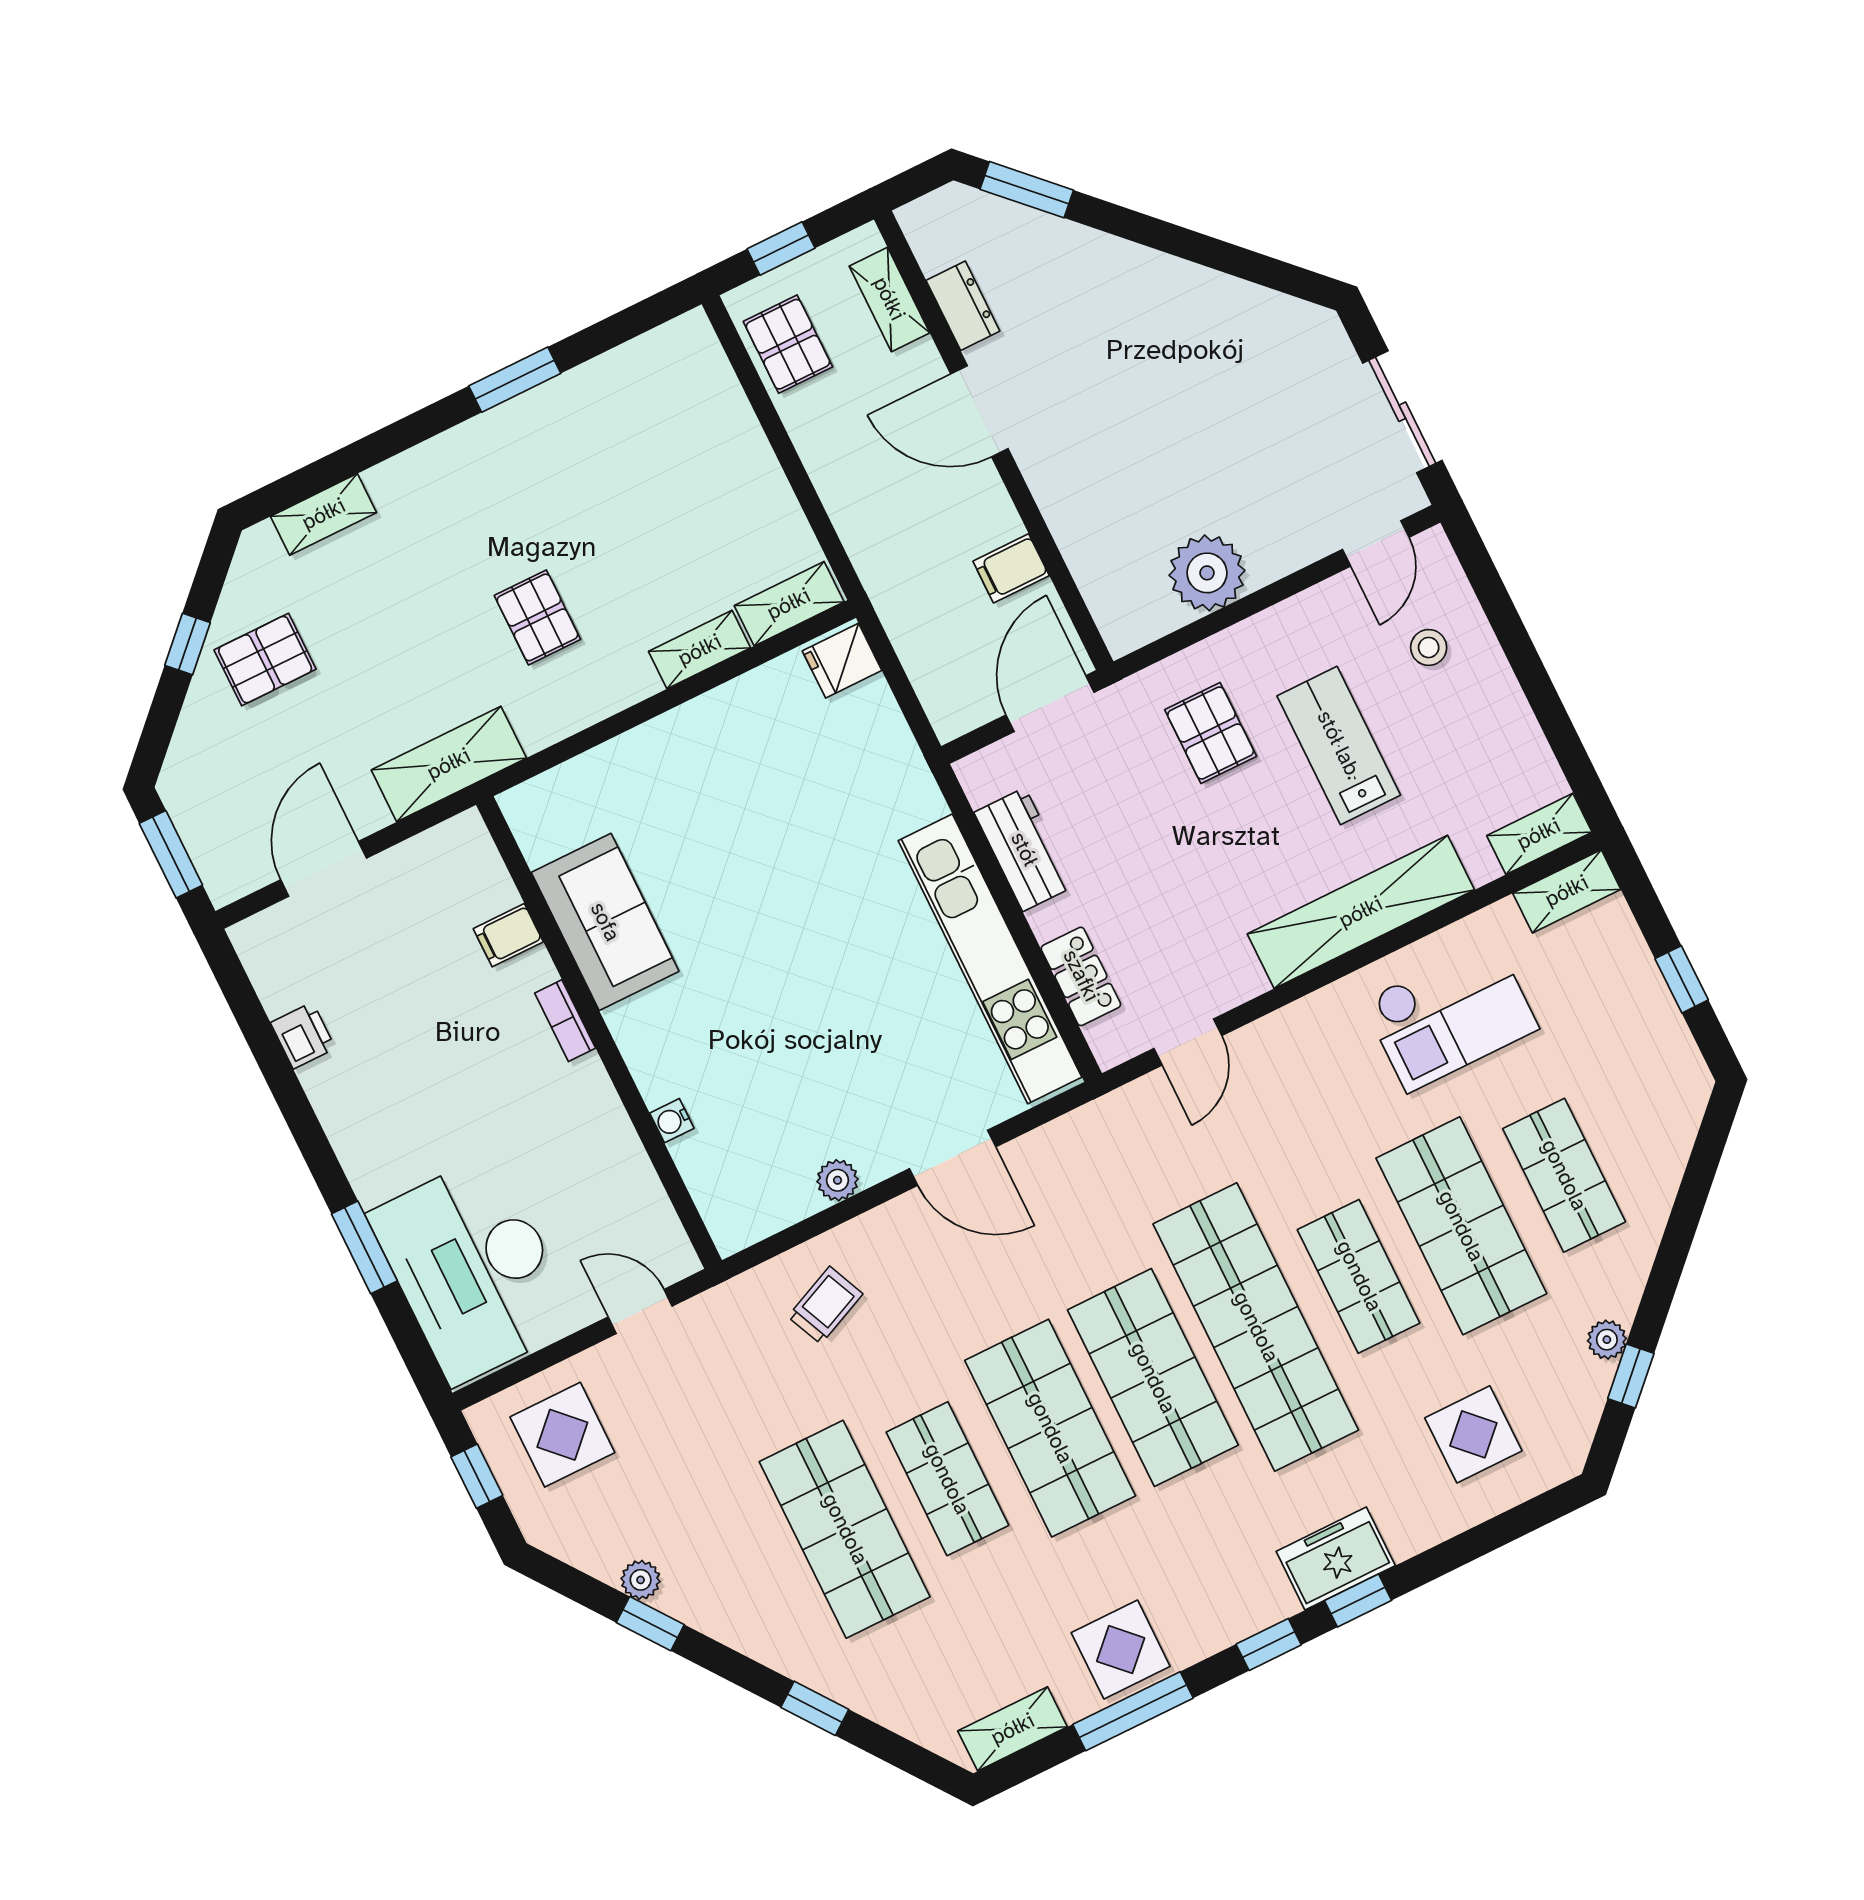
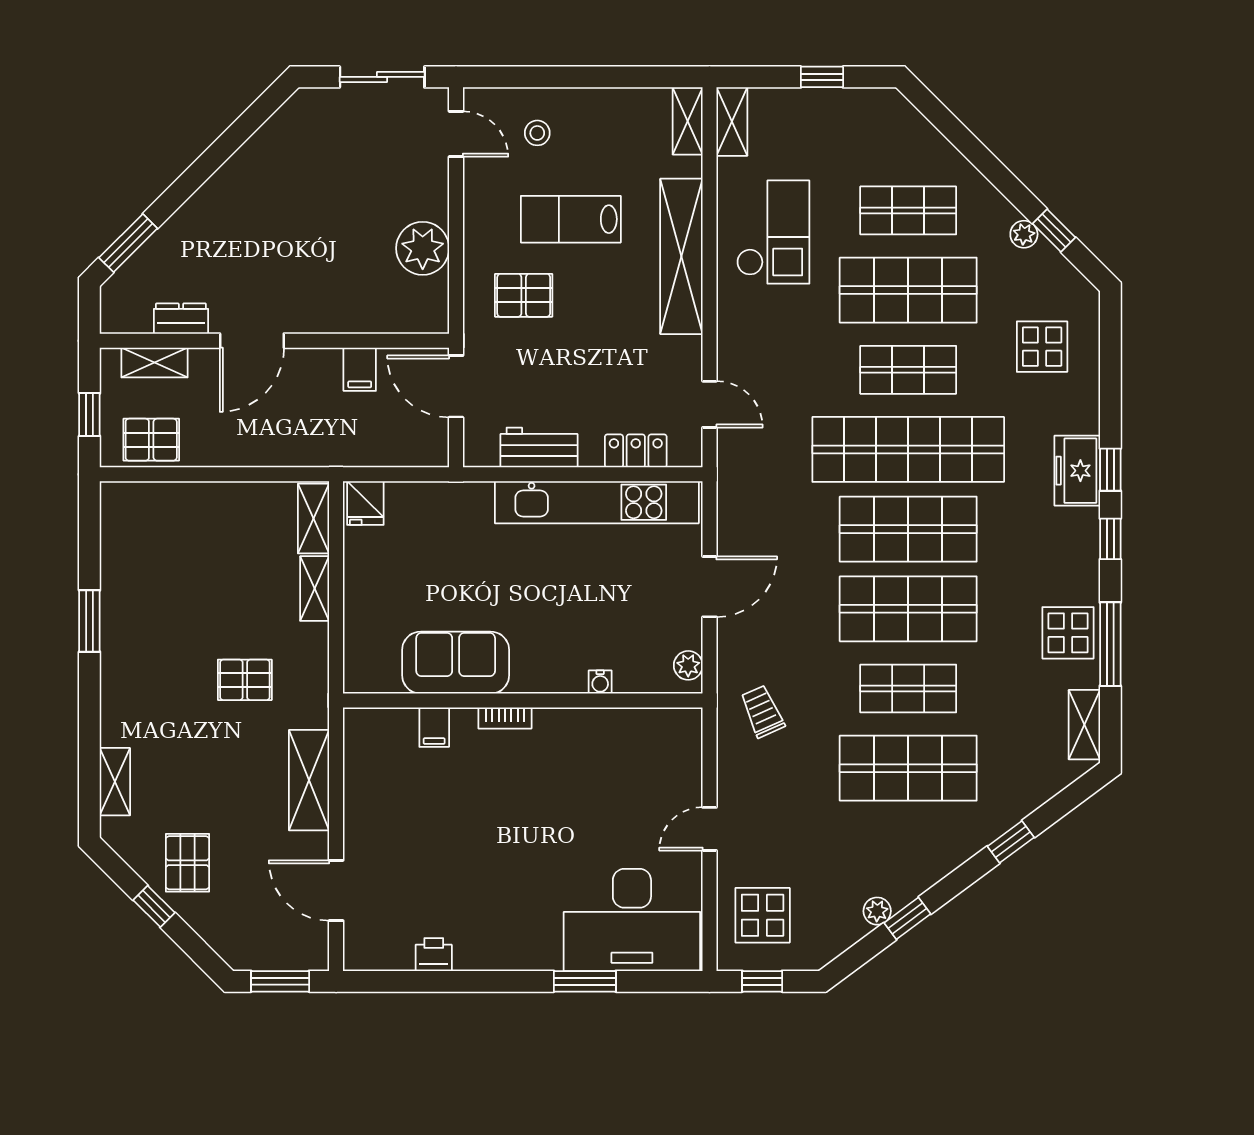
sofa: (605, 922) -> (456, 663), moved
filing cabinet: (508, 935) -> (434, 727), moved
bookcase: (565, 1021) -> (505, 718), moved
wall: (599, 1033) -> (523, 700), moved
water cooler: (672, 1121) -> (600, 682), moved

